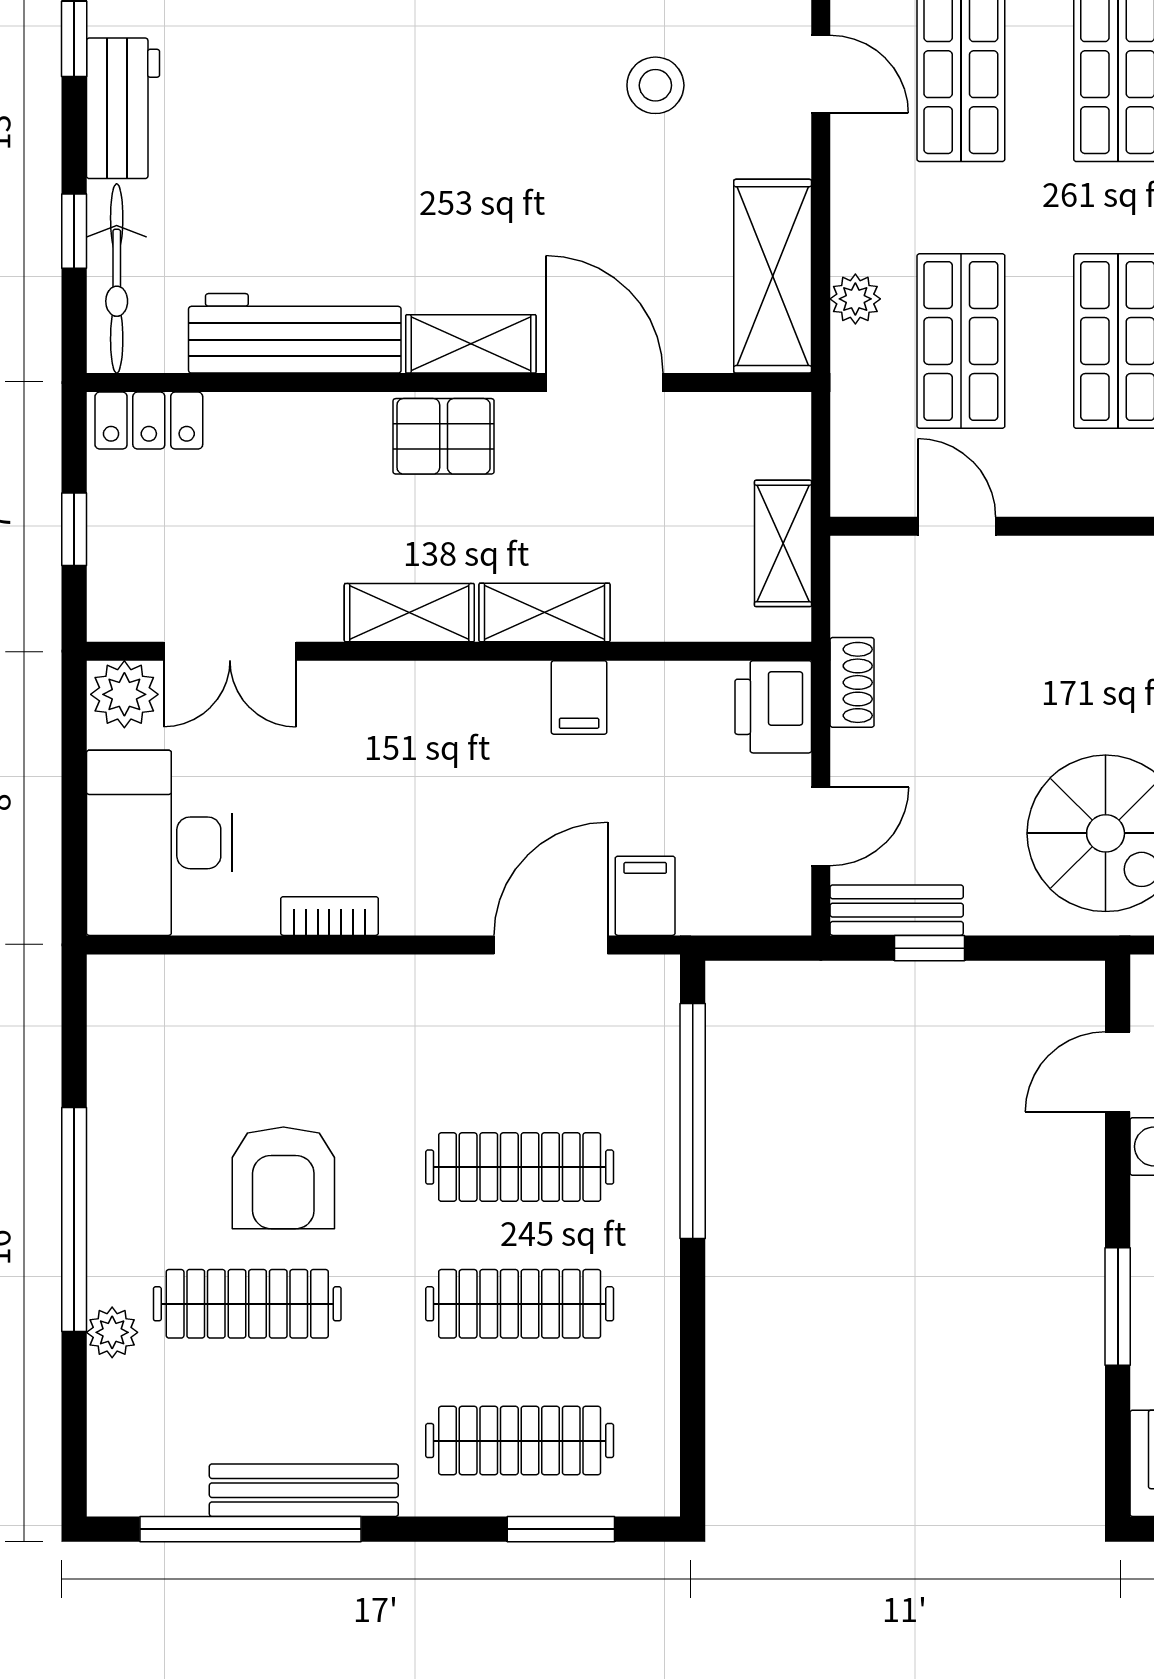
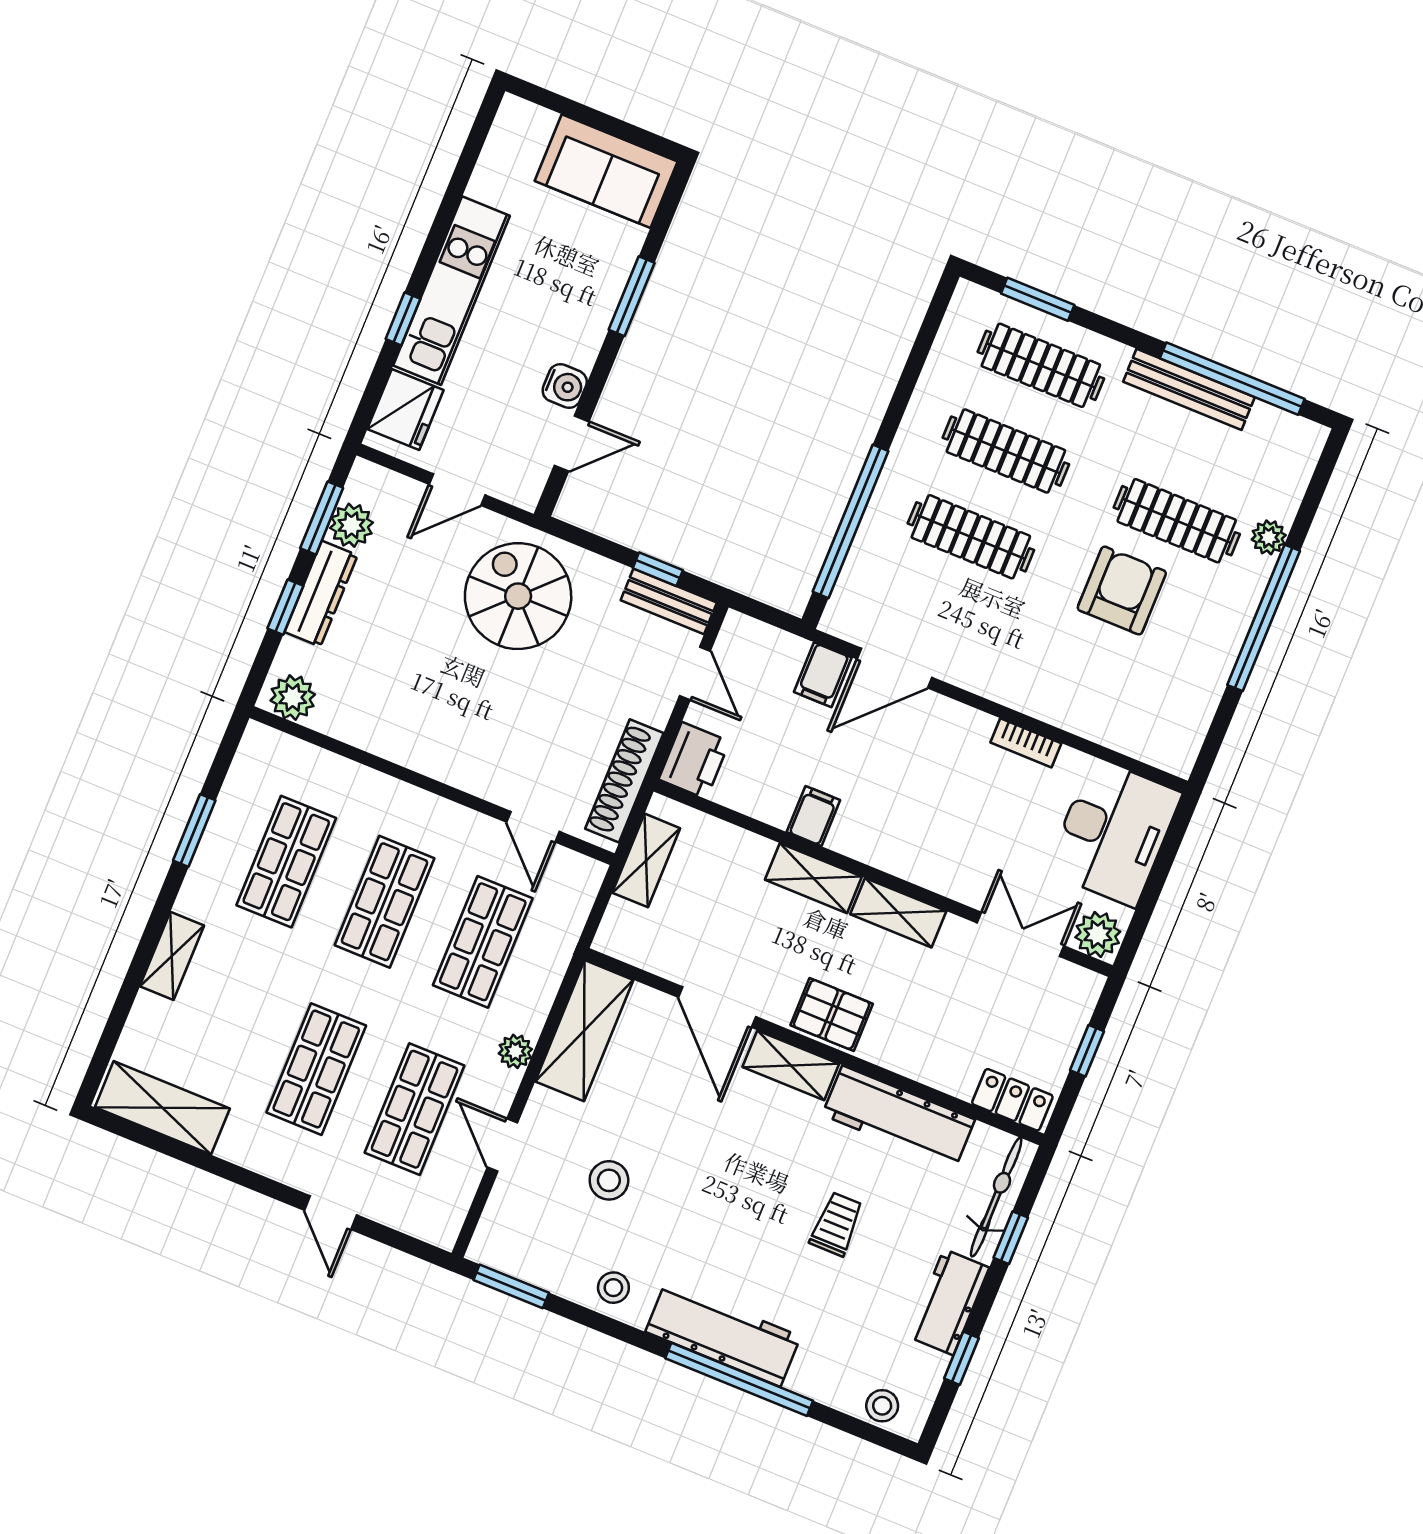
trolley: (320, 152) -> (836, 1224), added
plant: (855, 299) -> (515, 1051), moved
shoe rack: (852, 682) -> (624, 781), width x1.94, depth x1.24
door: (821, 826) -> (695, 673), swing flipped

